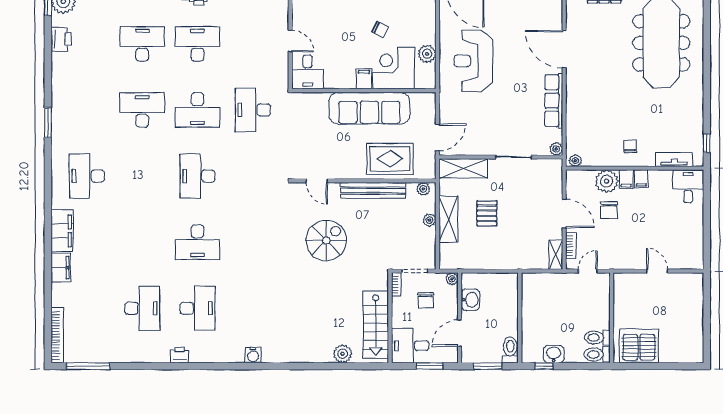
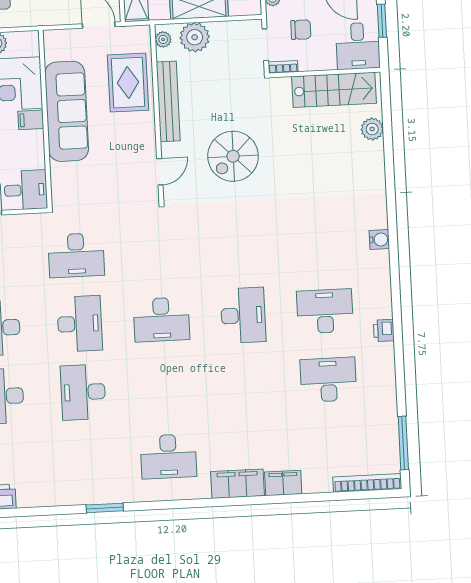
plant: (429, 220) -> (195, 37), width x1.87, depth x1.87
spiral stairs: (326, 240) -> (233, 156), turned -90

